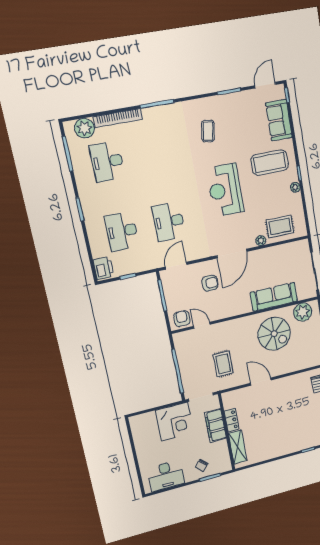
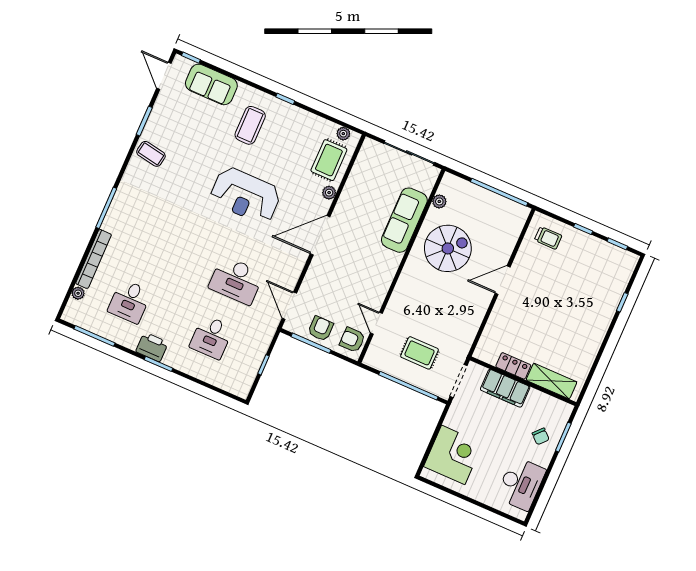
plant: (85, 128) -> (78, 293), width x0.53, depth x0.53
coffee table: (208, 131) -> (151, 154), moved
desk: (107, 162) -> (130, 301), width x0.73
coffee table: (270, 163) -> (250, 125), width x0.73, depth x0.76
plant: (295, 187) -> (343, 134), moved
desk: (122, 231) -> (211, 337), width x0.73
door: (232, 254) -> (320, 235), swing flipped
printer: (104, 268) -> (152, 347), moved
armchair: (210, 283) -> (321, 329), moved
plant: (303, 312) -> (439, 201), width x0.53, depth x0.53
door: (202, 325) -> (376, 323), hinge flipped
rug: (223, 364) -> (419, 353), moved
door: (261, 382) -> (503, 280), moved
corner desk: (175, 422) -> (453, 455), moved

